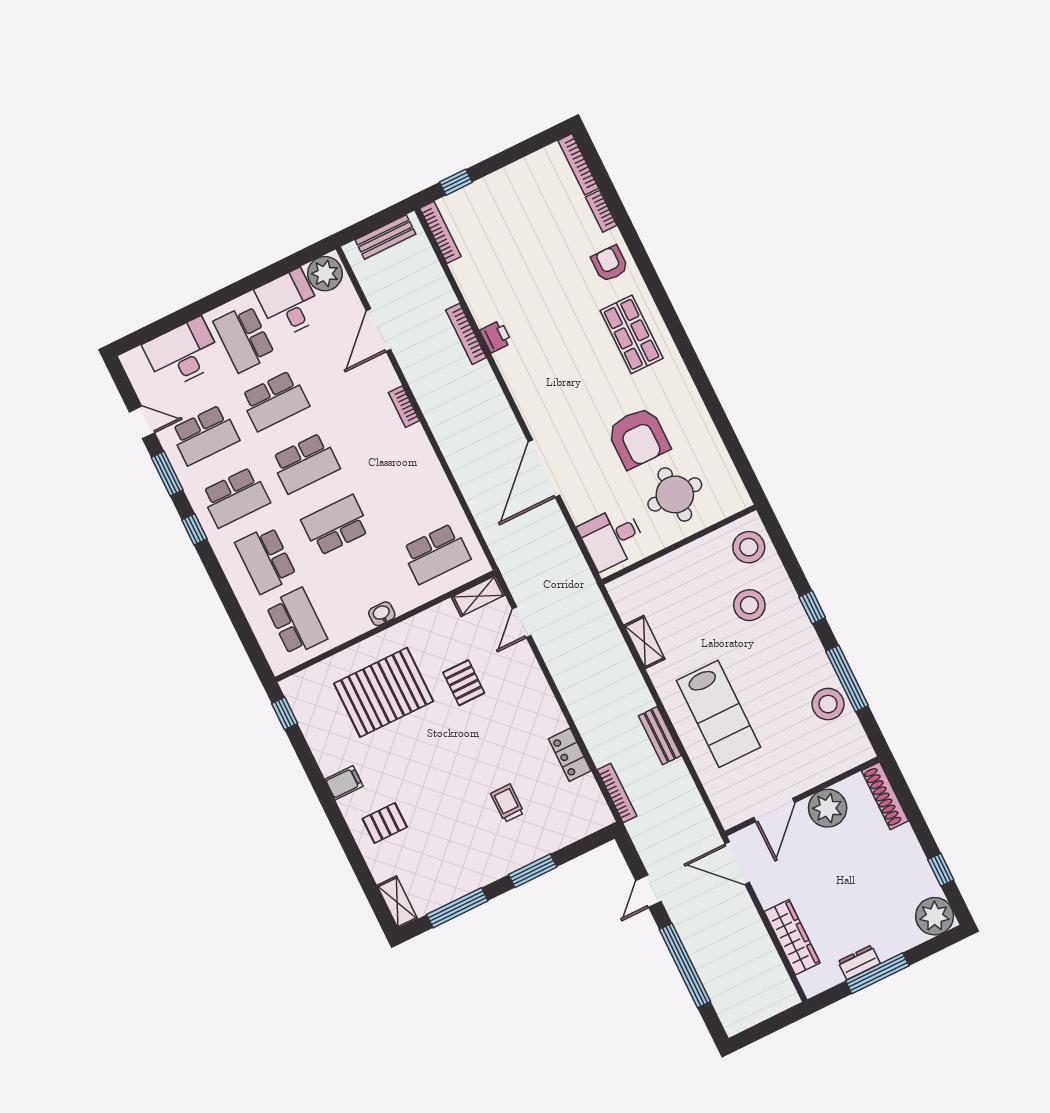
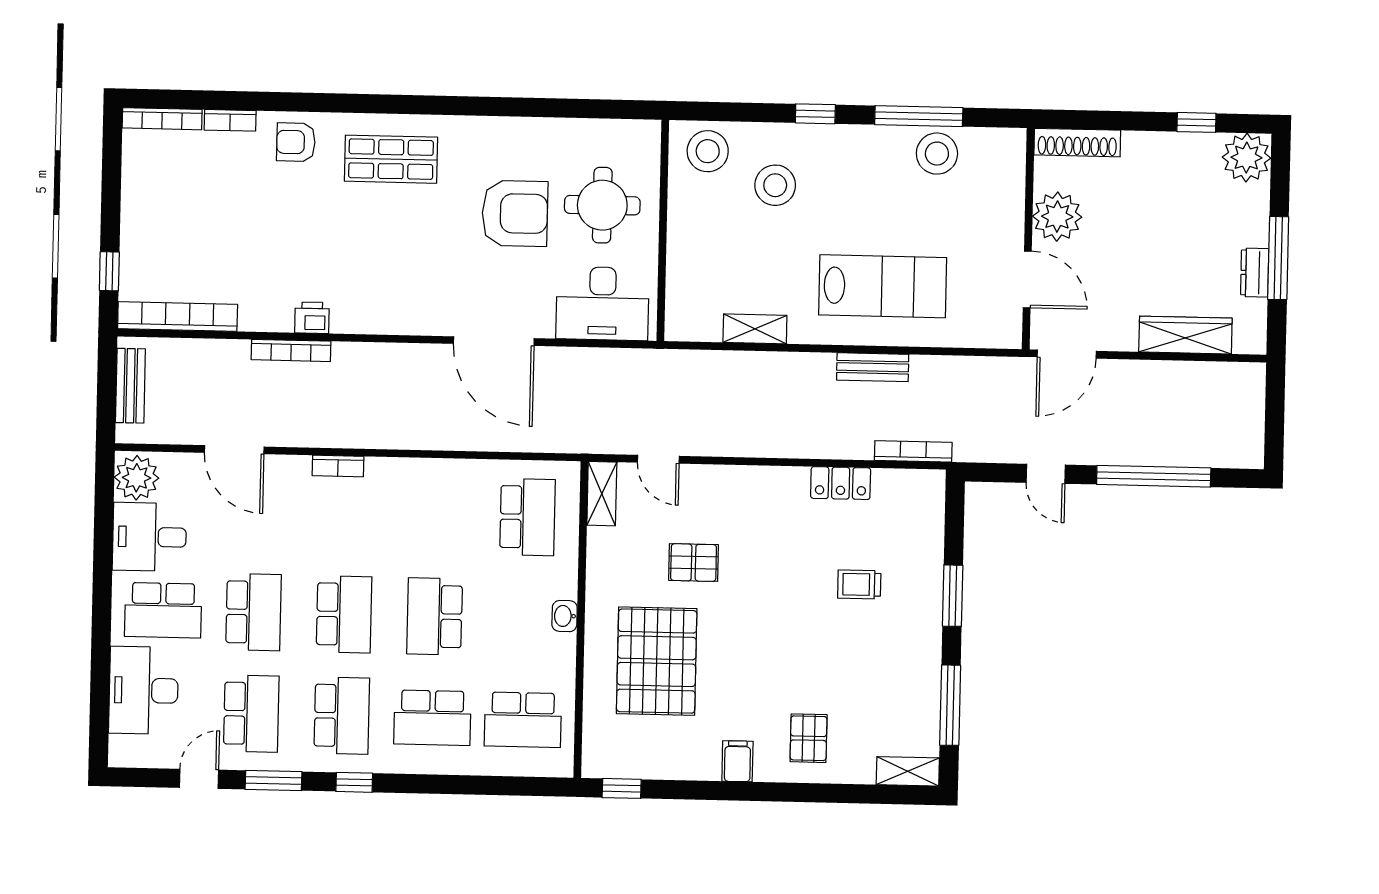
bookcase: (440, 232) -> (178, 317), width x1.48, depth x1.31
desk: (612, 538) -> (602, 304), width x1.37
school desk: (296, 622) -> (523, 720), turned 180

